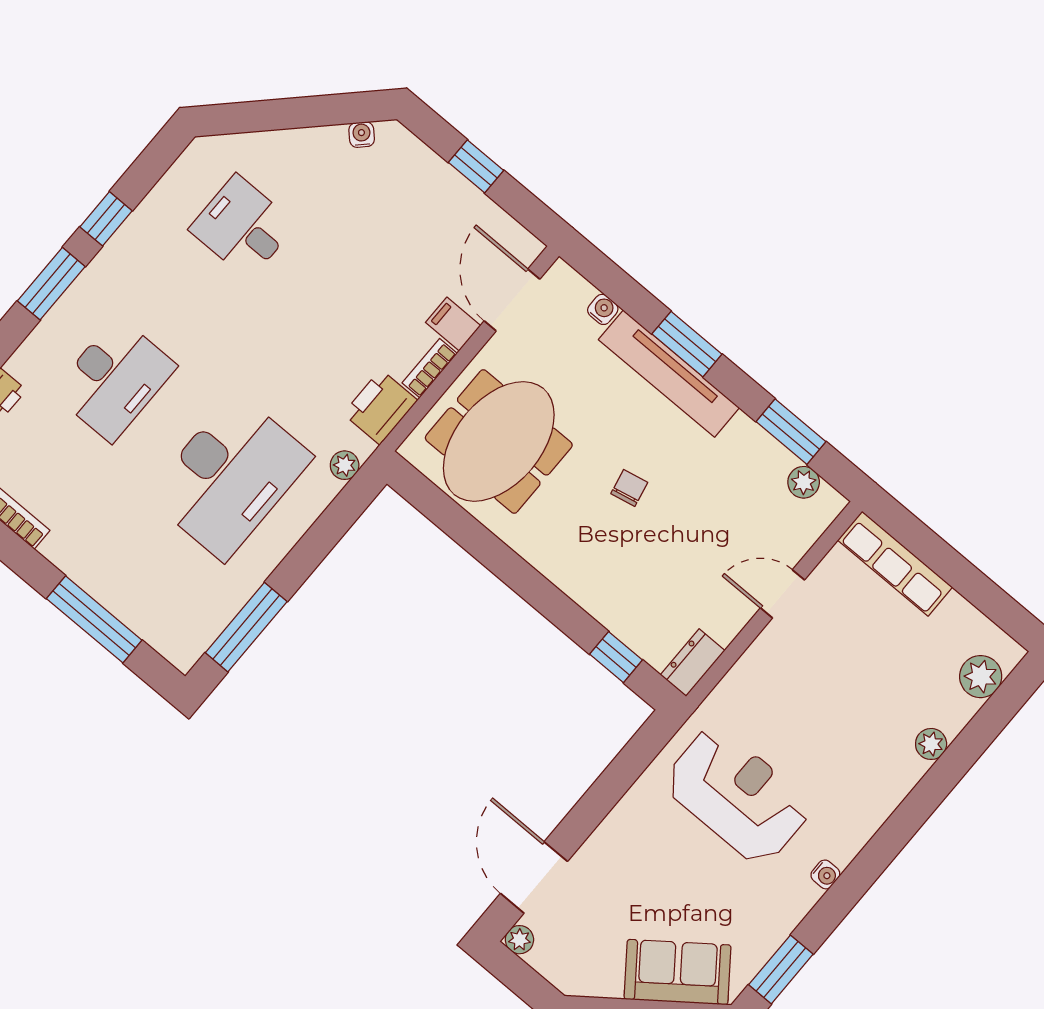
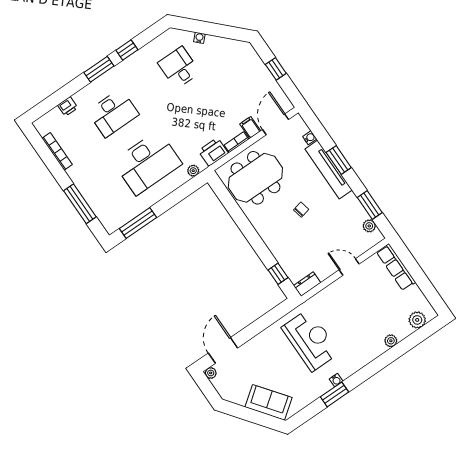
water cooler: (362, 135) -> (199, 38), moved
window: (781, 969) -> (335, 394), moved

